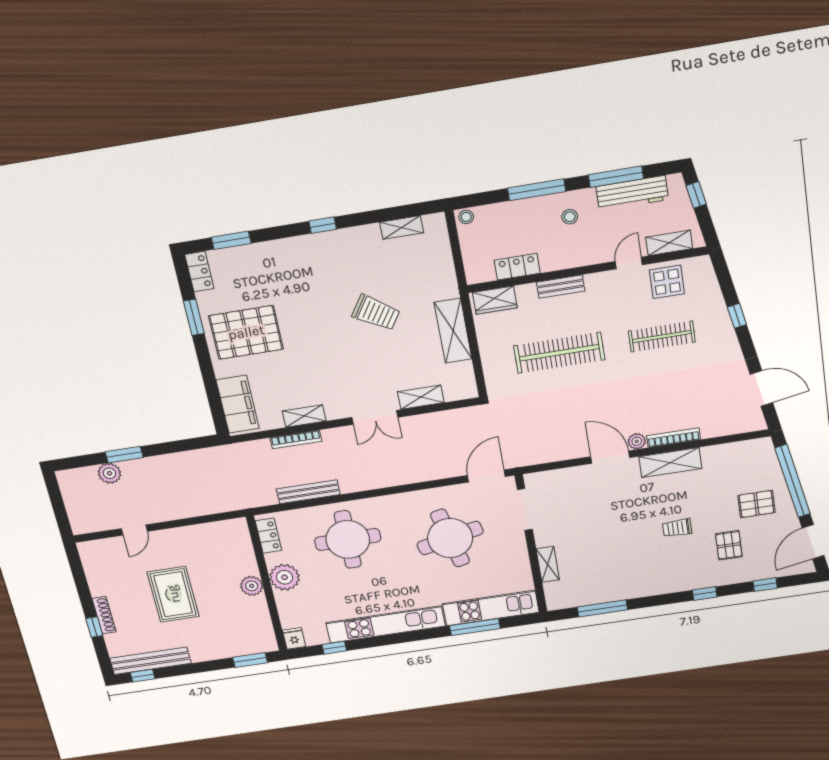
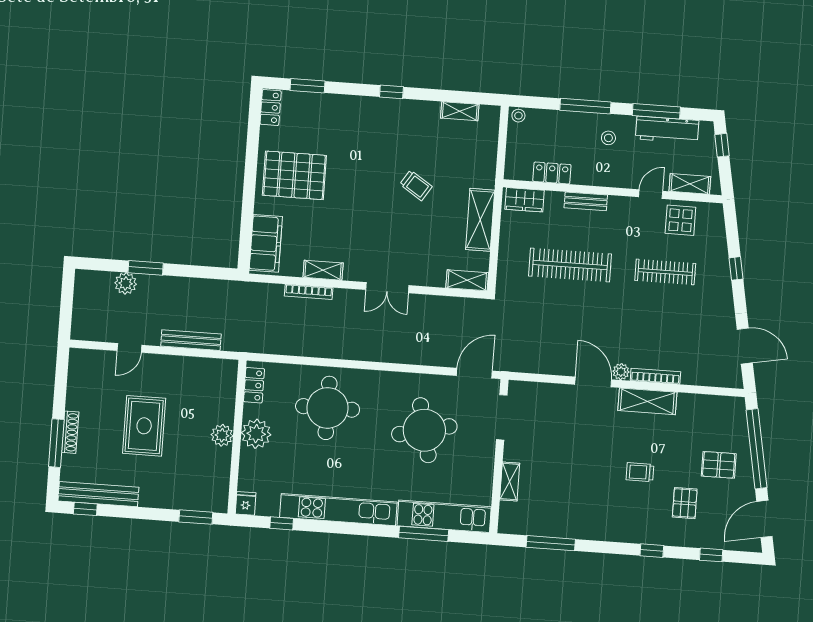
trolley: (376, 313) -> (416, 185), width x0.73, depth x0.72
window: (194, 317) -> (252, 149), removed
shelving: (421, 397) -> (467, 280), moved
bench: (308, 492) -> (191, 340), moved
window: (94, 627) -> (56, 443), width x2.17

